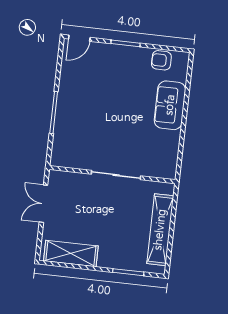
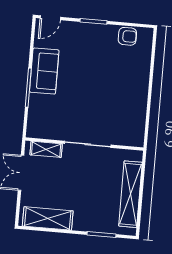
armchair: (161, 60) -> (127, 36), turned 180
sofa: (170, 105) -> (44, 71), moved, turned 180
shelving: (71, 179) -> (46, 149), added

